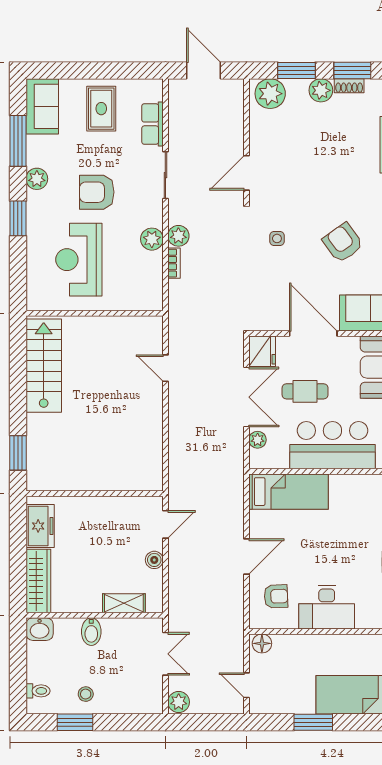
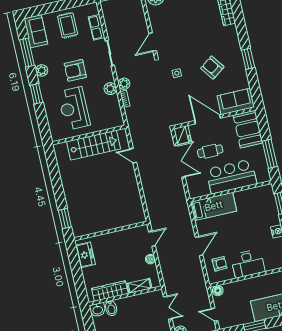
stairs: (44, 366) -> (94, 145), moved, turned 90
plant: (258, 440) -> (191, 183), removed
wardrobe: (38, 581) -> (110, 291), moved, turned -90
bidet: (91, 632) -> (111, 308), moved

